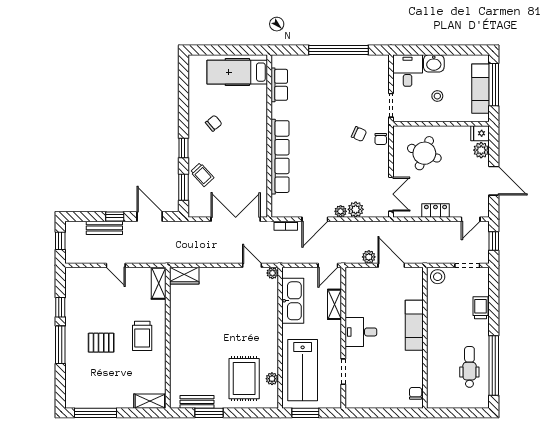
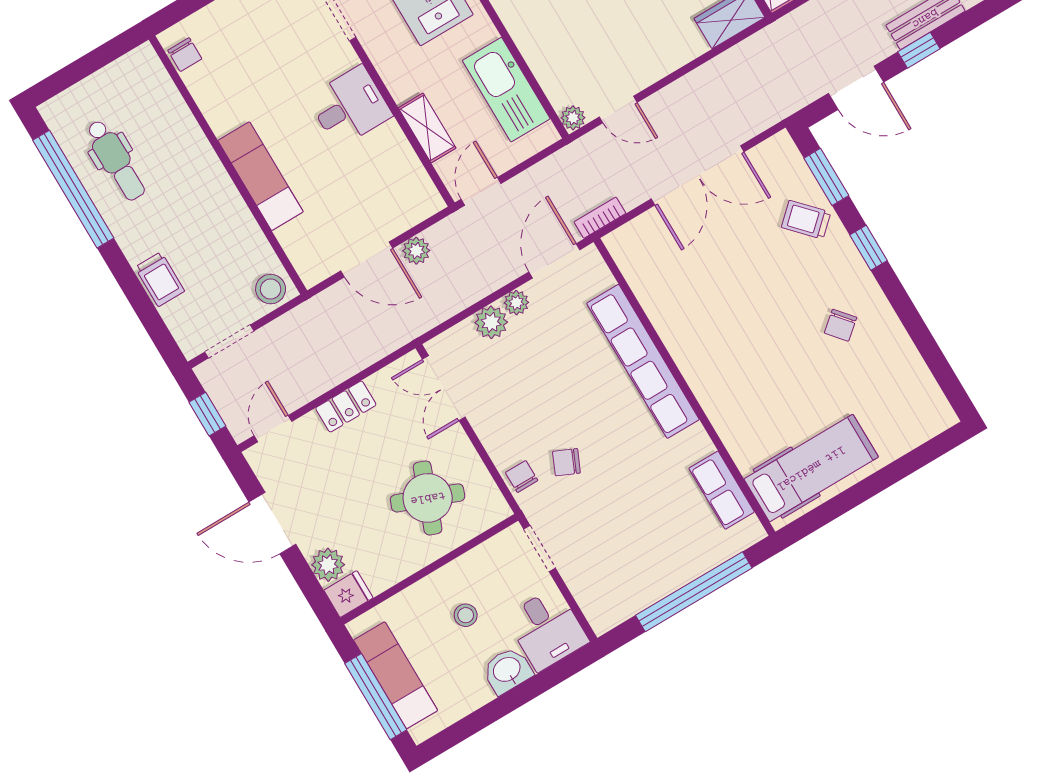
hospital bed: (237, 72) -> (811, 468), moved
row of seats: (279, 85) -> (722, 490), moved
wall: (269, 136) -> (684, 387), moved
row of seats: (280, 157) -> (643, 361), moved

